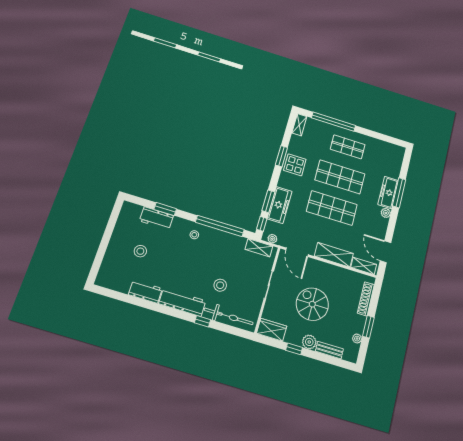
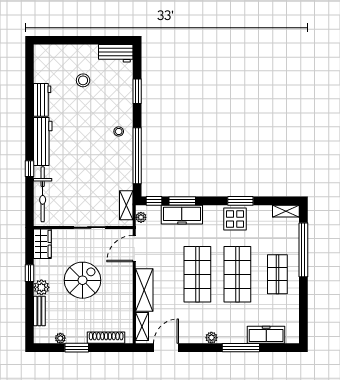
freezer: (388, 192) -> (266, 335), moved
workbench: (156, 218) -> (116, 53), moved, turned -90
stool: (220, 285) -> (73, 176), removed

